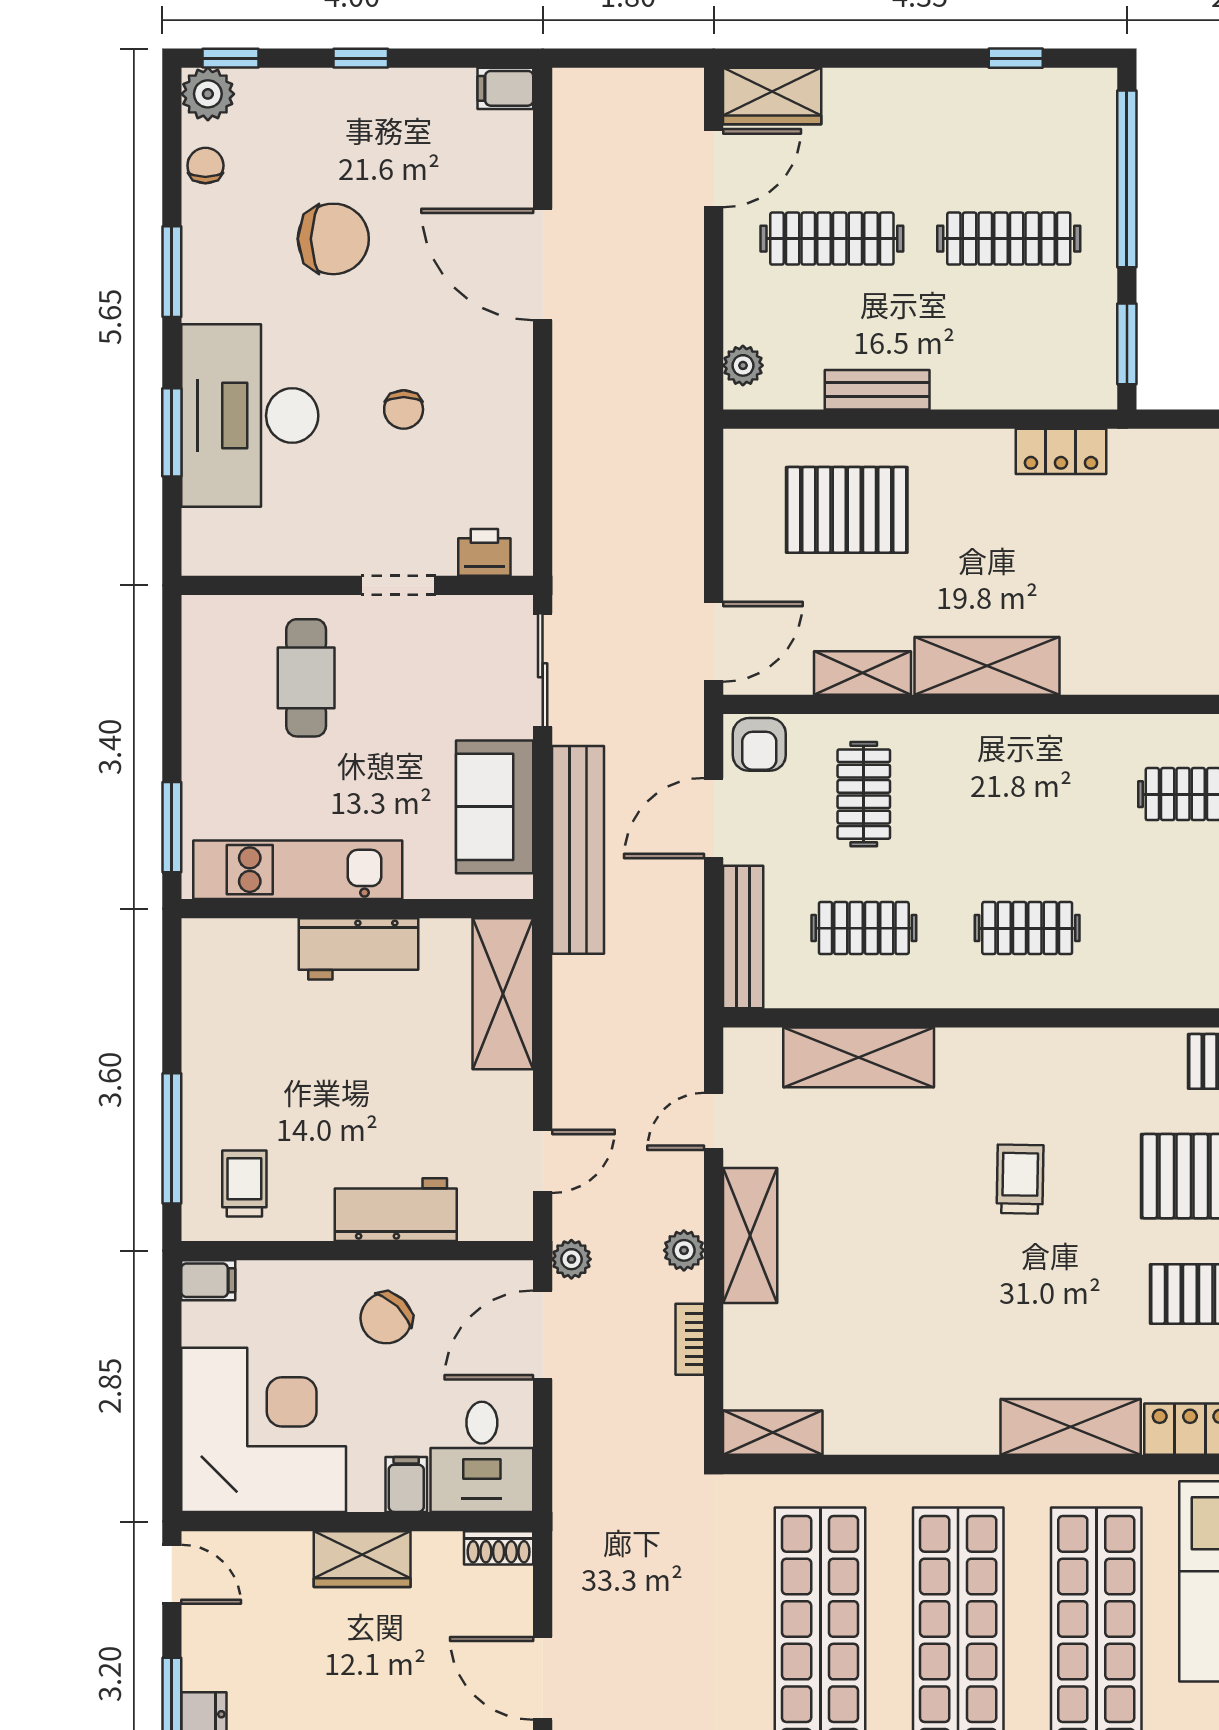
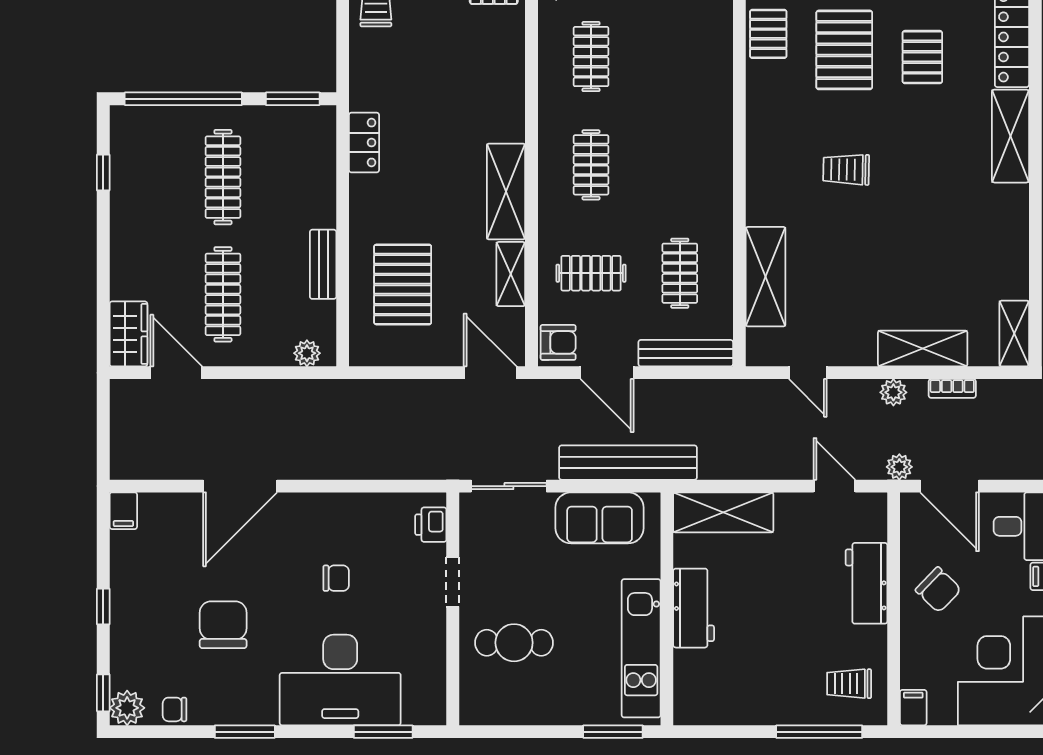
window: (172, 432) -> (383, 732), moved
clothes rail: (1027, 928) -> (591, 165), moved
shelving: (750, 1235) -> (923, 348), moved

